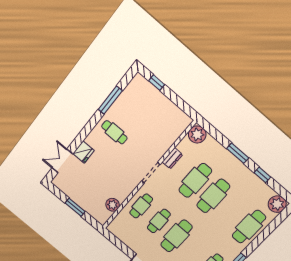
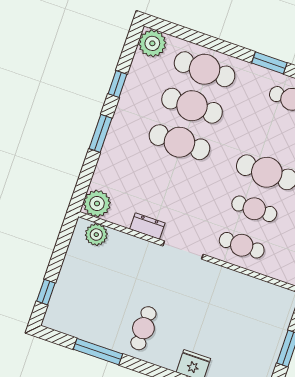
cafe table: (195, 180) -> (192, 106), moved
plant: (113, 205) -> (96, 235), moved

